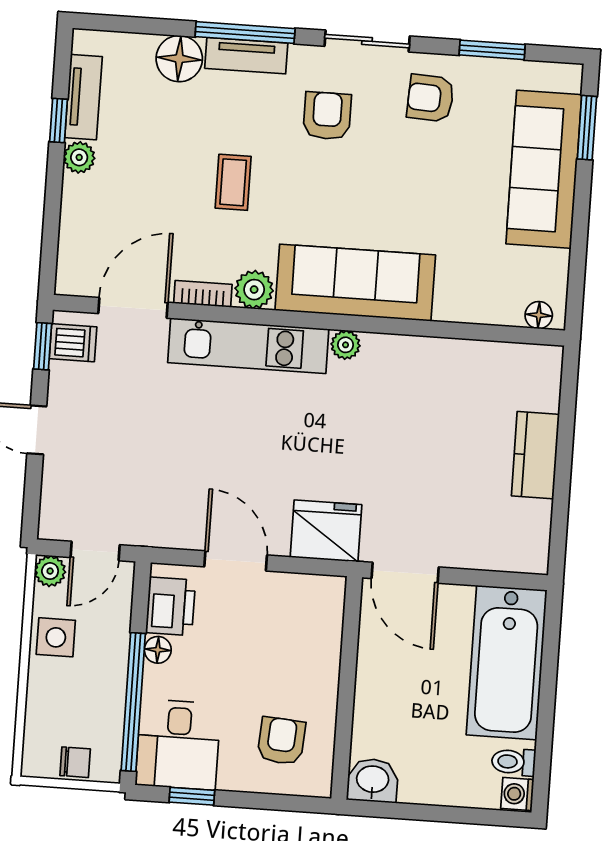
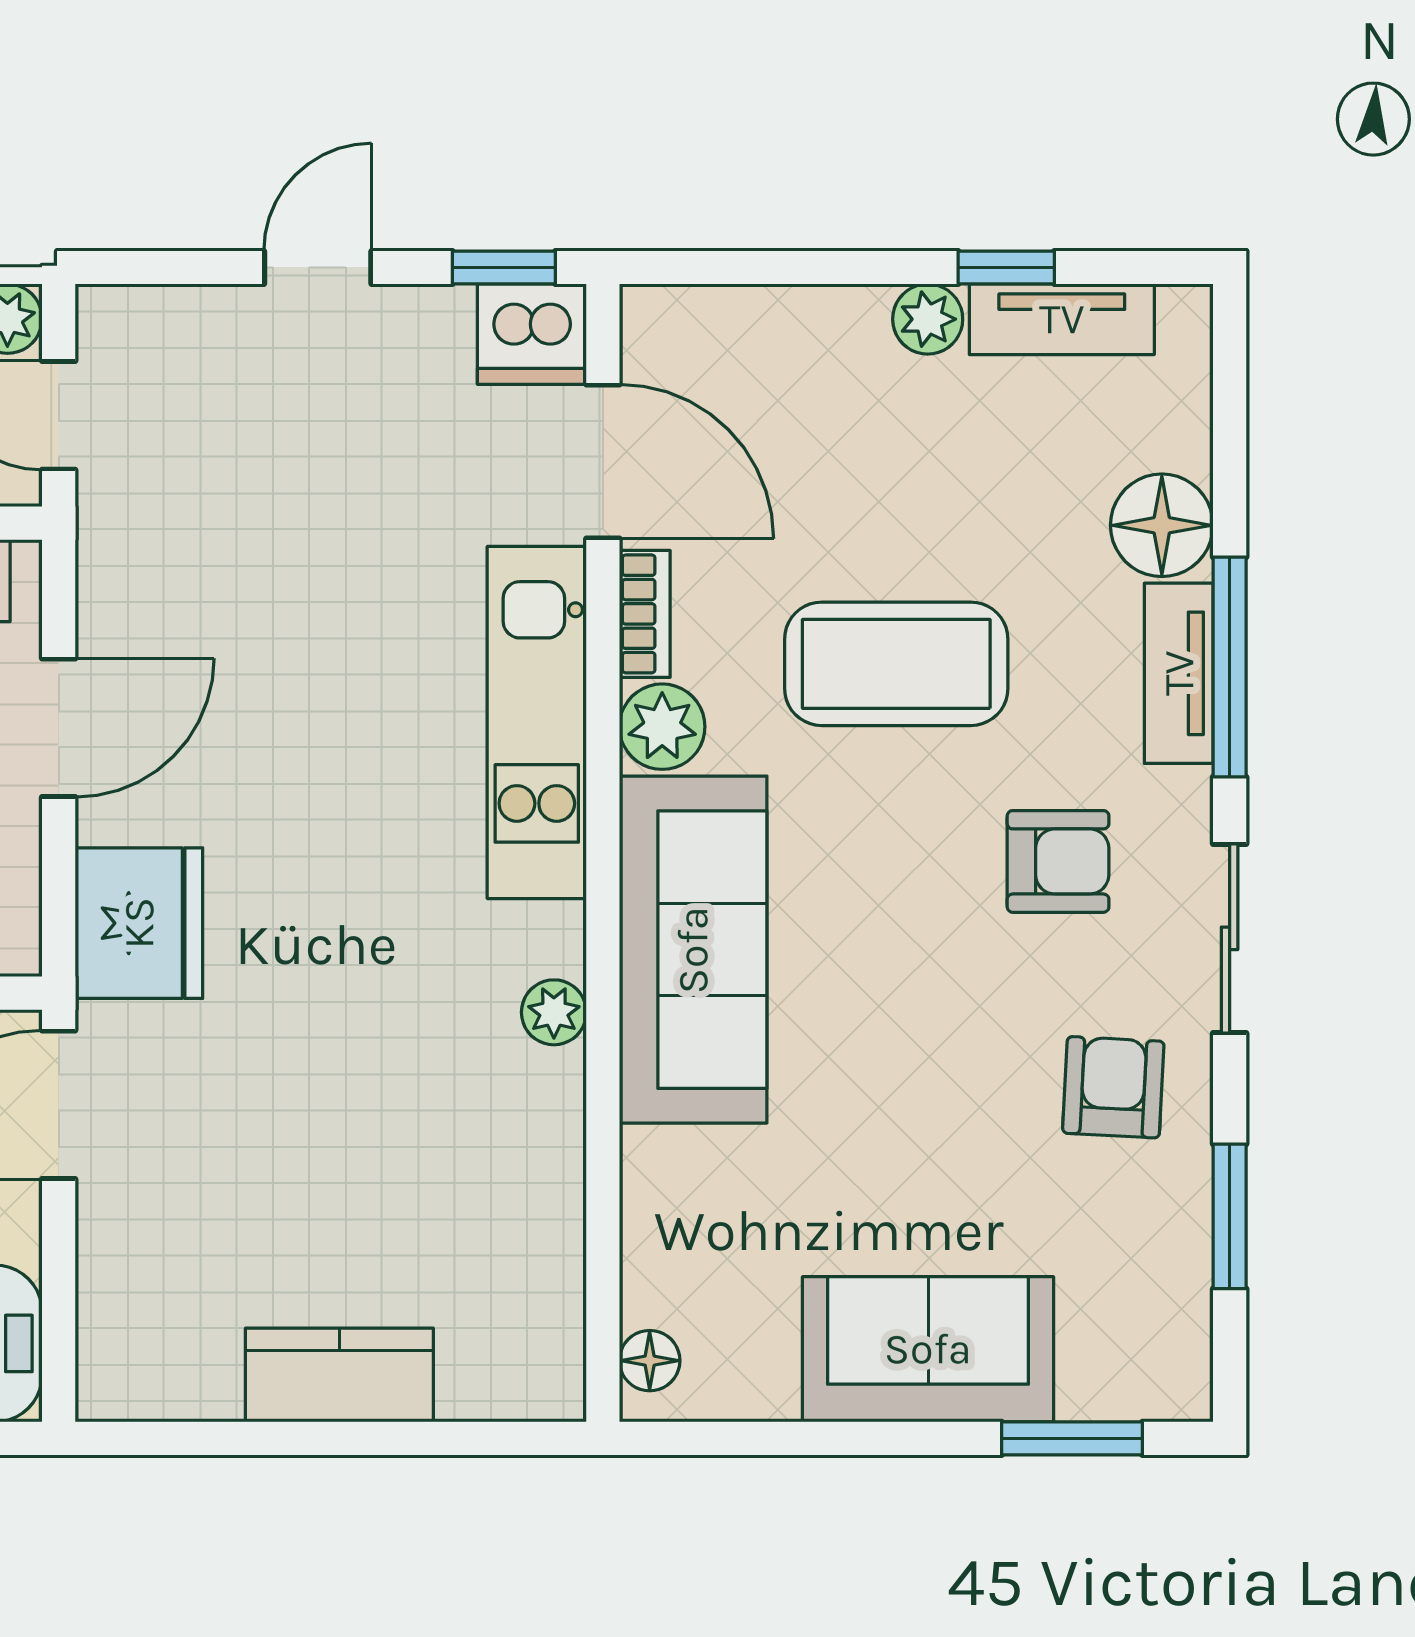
sofa: (544, 169) -> (928, 1349), width x0.73
coffee table: (233, 182) -> (896, 664), width x1.86, depth x1.72
dishwasher: (73, 343) -> (531, 334), width x1.38
plant: (346, 345) -> (554, 1012), moved

